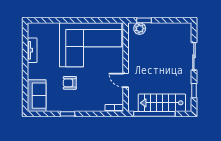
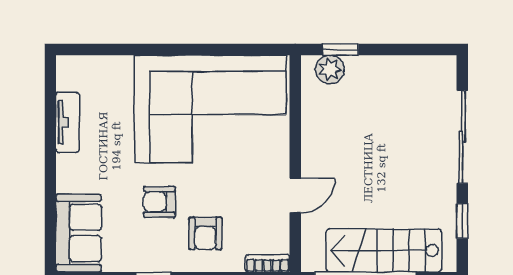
sliding door: (194, 56) -> (462, 137), width x1.37
door: (126, 80) -> (295, 195), swing flipped
armchair: (89, 96) -> (205, 233), added

